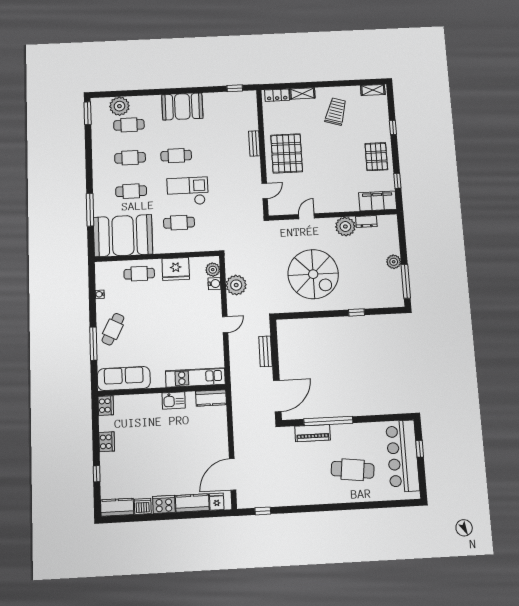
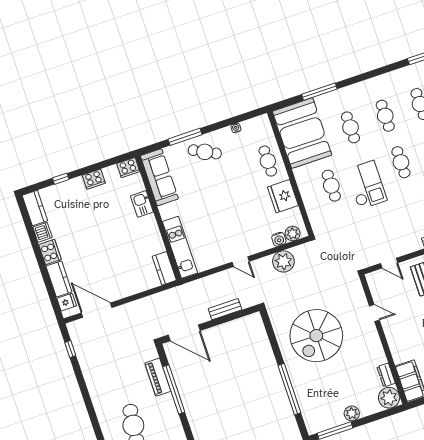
plant: (345, 226) -> (389, 398), moved
window: (356, 312) -> (289, 389), width x3.17
kitchen sink: (174, 401) -> (142, 204), moved

